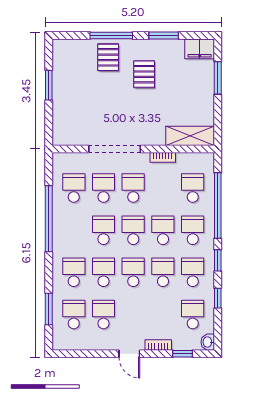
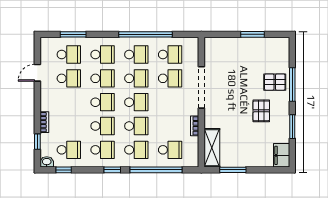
pallet: (144, 74) -> (261, 111), turned 90
window: (218, 78) -> (233, 170), moved
school desk: (133, 188) -> (136, 55), moved
window: (218, 298) -> (64, 170), moved
door: (129, 354) -> (37, 73), moved

